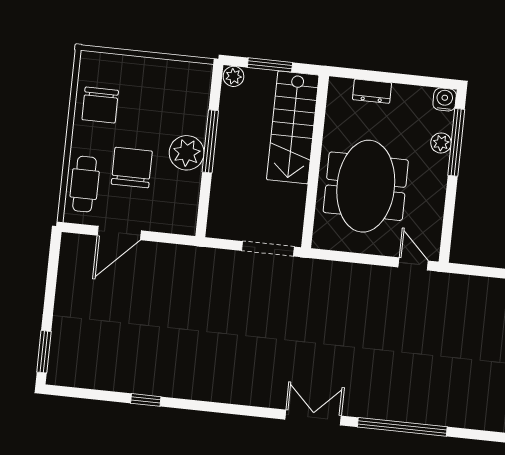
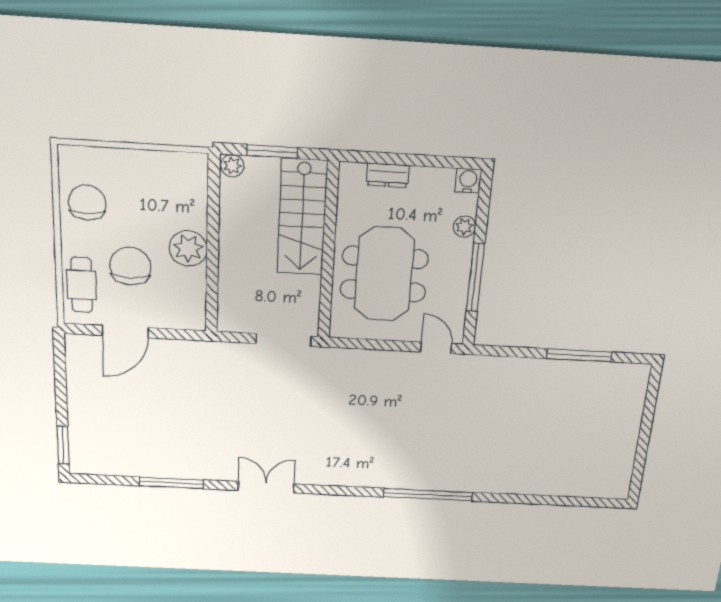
chair: (100, 105) -> (87, 203), turned 180
window: (210, 141) -> (213, 236), removed
window: (456, 142) -> (475, 278), moved
window: (146, 400) -> (172, 483), width x2.17
double door: (313, 418) -> (266, 487), moved

